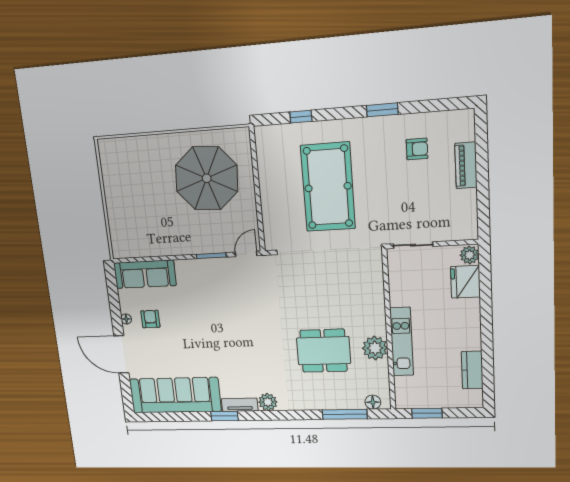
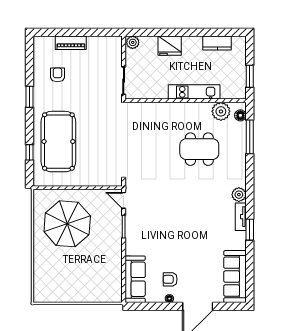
pool table: (328, 187) -> (58, 142), moved, turned 90
fridge: (465, 282) -> (170, 46), moved
plant: (375, 348) -> (221, 111), moved
dining table: (324, 351) -> (199, 149), turned 90
sofa: (175, 395) -> (235, 277), width x0.74, depth x0.79

